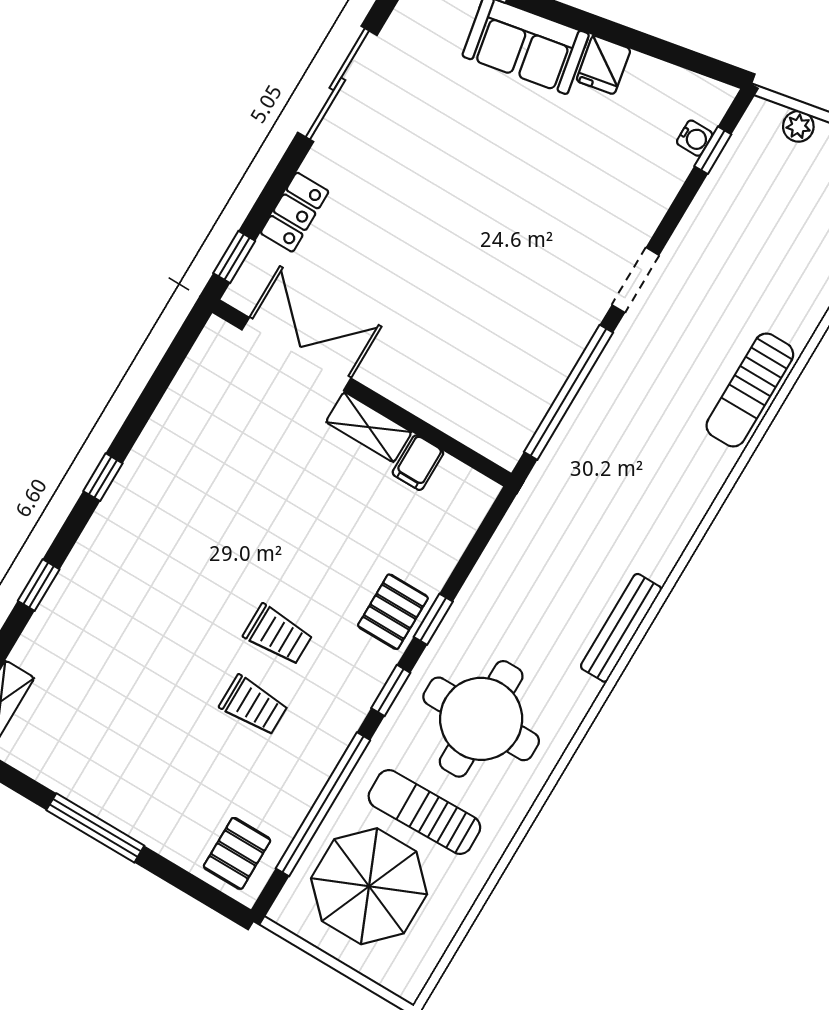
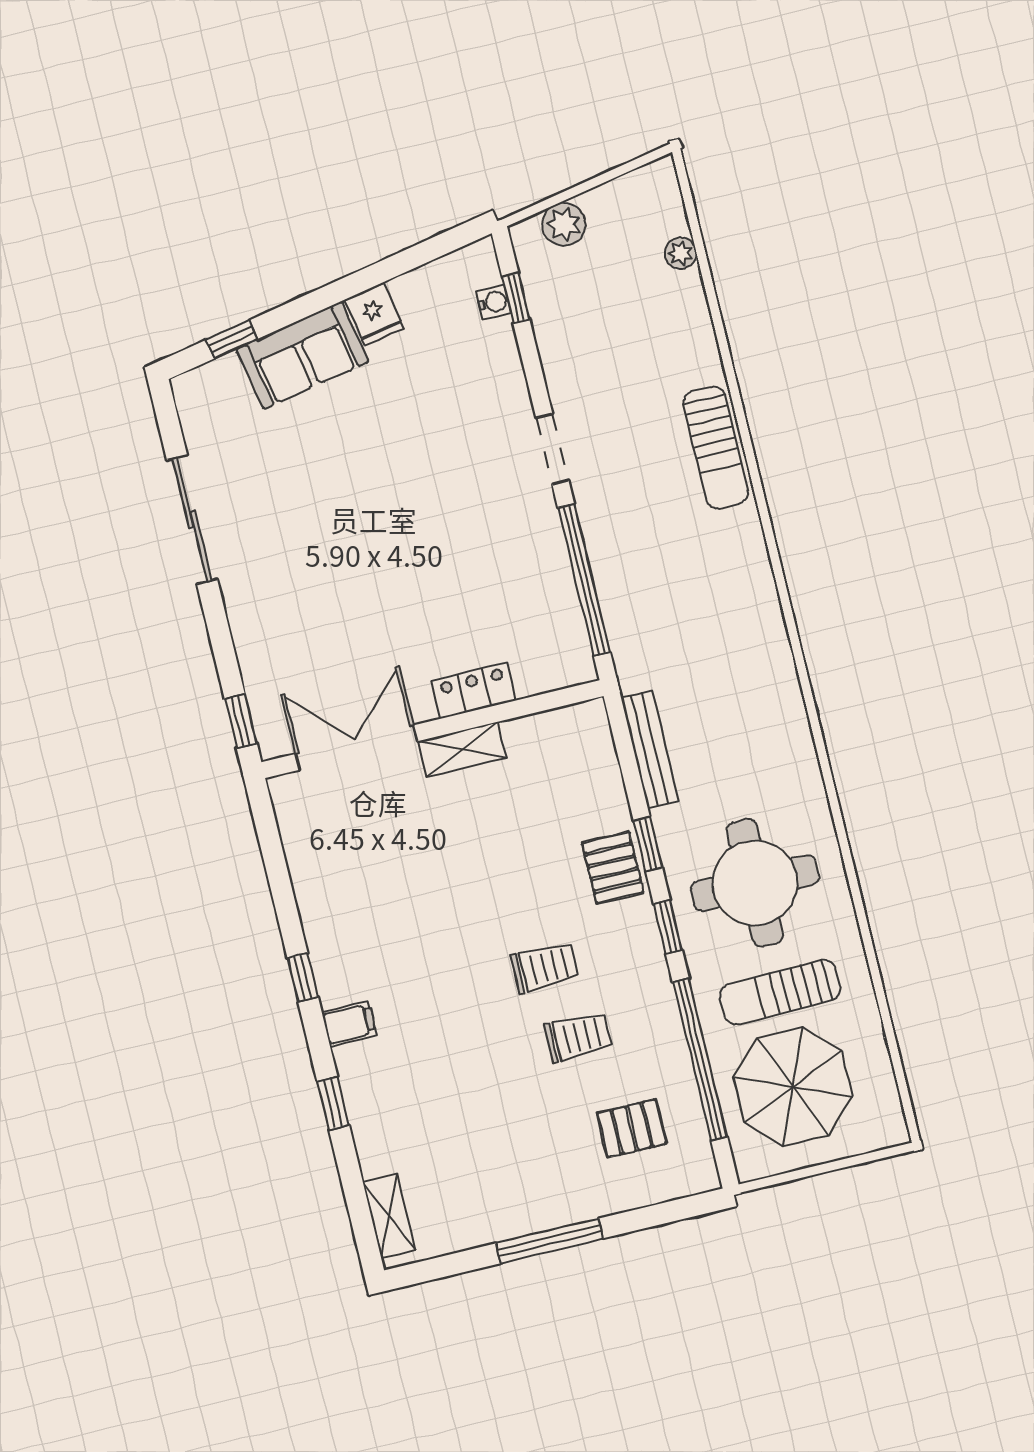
plant: (798, 126) -> (564, 224), width x1.38, depth x1.38
locker: (295, 212) -> (474, 691), moved, turned -90
filing cabinet: (418, 463) -> (349, 1024), moved, turned -90
bench: (621, 628) -> (650, 749), moved
pallet: (237, 853) -> (632, 1128), moved, turned 90

